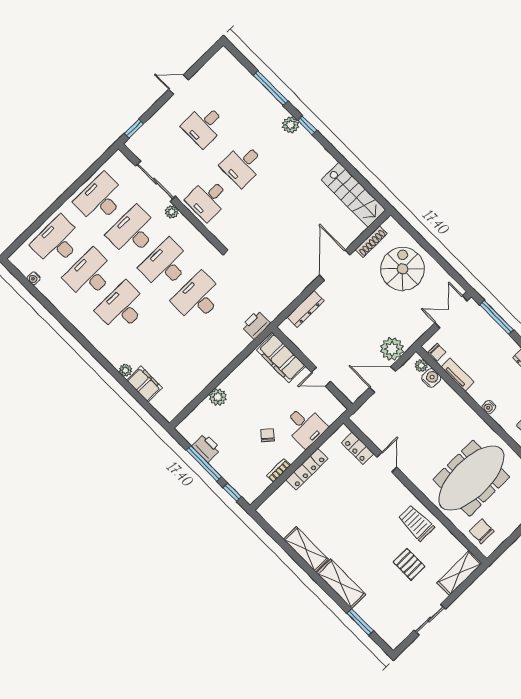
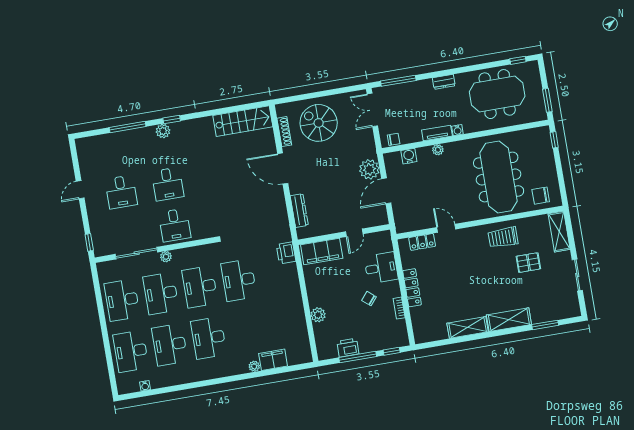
plant: (421, 365) -> (438, 150), moved
tv unit: (458, 375) -> (437, 133), moved

